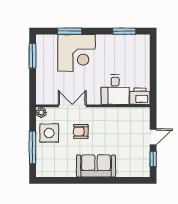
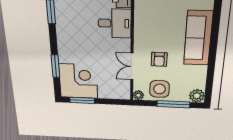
corner desk: (76, 53) -> (78, 81), moved
sofa: (96, 166) -> (198, 38), width x1.36
plant: (43, 170) -> (197, 96), added

